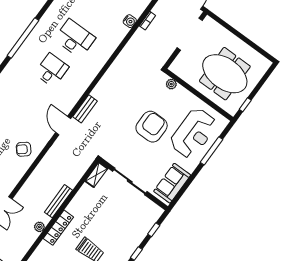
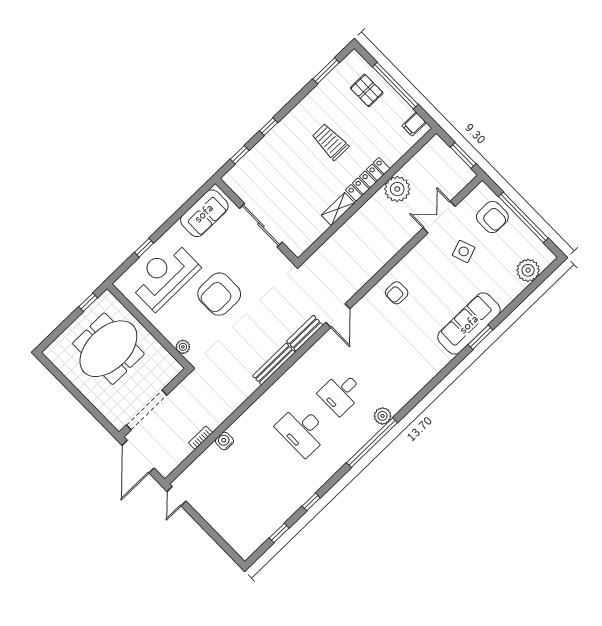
plant: (19, 59) -> (383, 416), added
meeting table: (225, 74) -> (108, 349), turned 90
armchair: (24, 149) -> (397, 293), turned 130
window: (211, 151) -> (144, 248), width x0.46
shelving: (96, 175) -> (338, 209), moved
bench: (58, 201) -> (274, 364), moved
plant: (39, 227) -> (397, 189), width x1.87, depth x1.87

